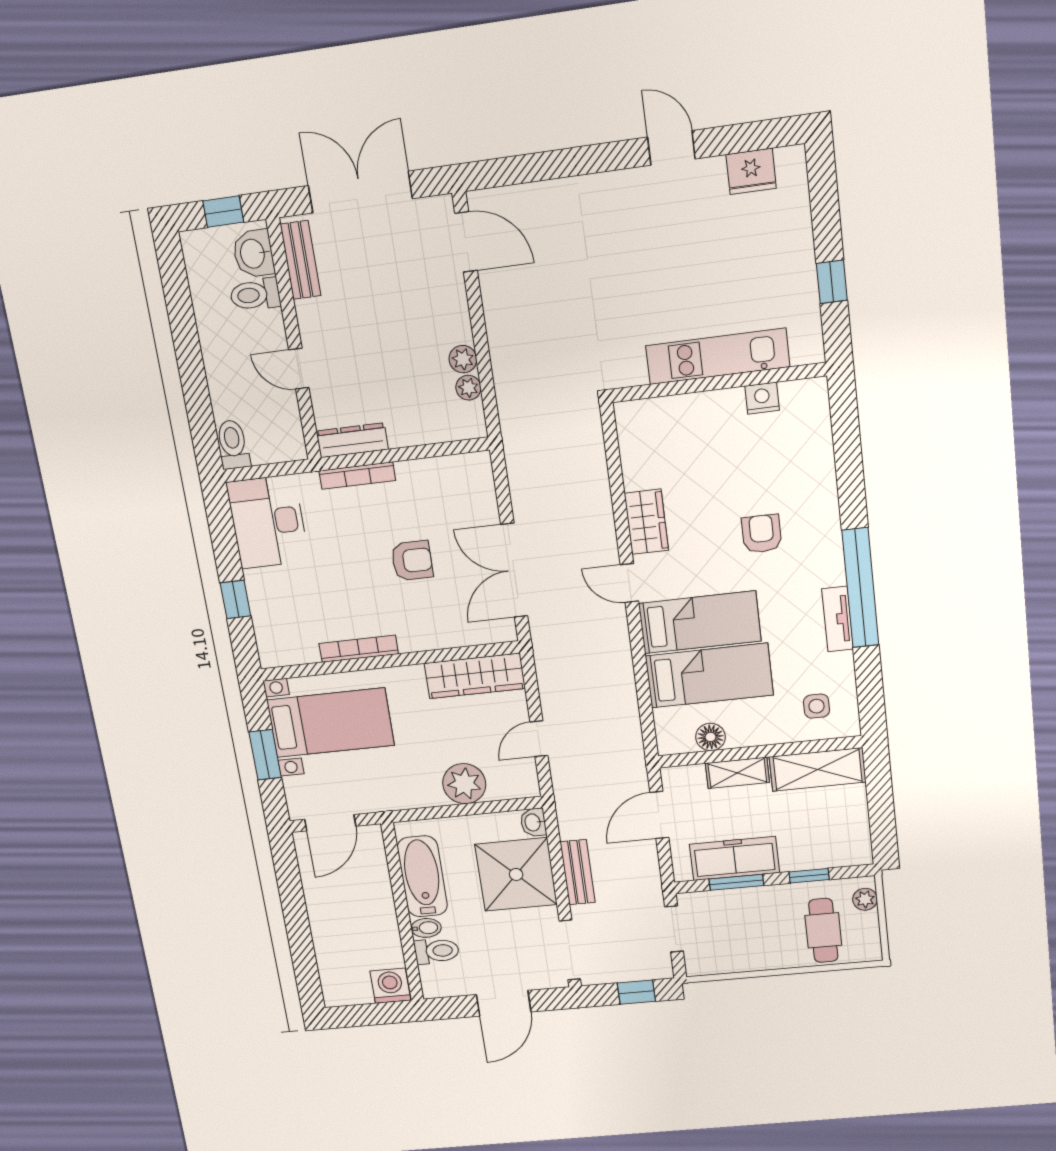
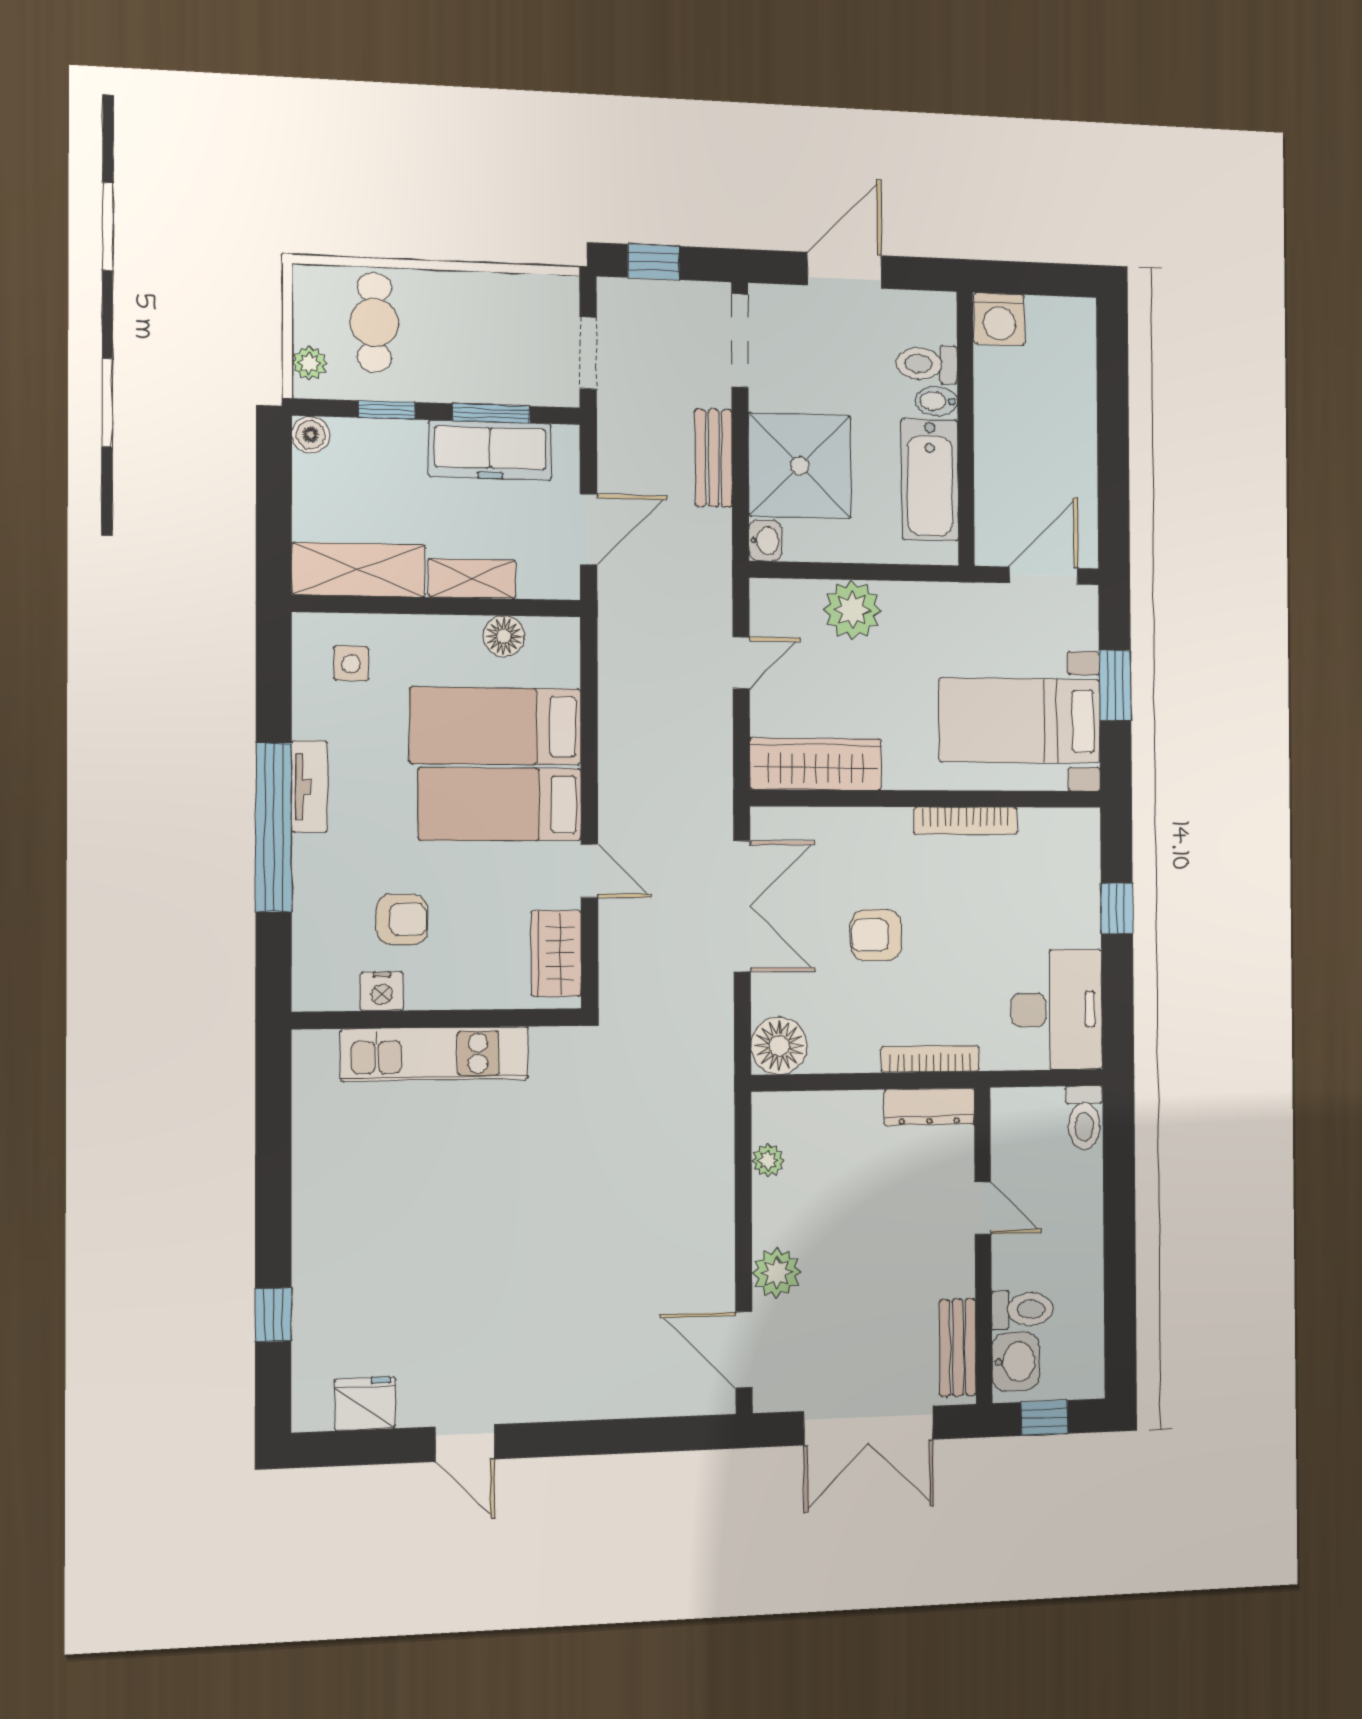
window: (832, 282) -> (273, 1315), moved
kitchen unit: (718, 356) -> (435, 1054), moved
plant: (463, 359) -> (777, 1273), moved, width x1.38, depth x1.38
wall: (718, 383) -> (438, 1019), moved
nightstand: (762, 398) -> (382, 991), moved
floor lamp: (472, 473) -> (779, 1046), added
armchair: (762, 534) -> (402, 919), turned -90
boiler: (860, 854) -> (311, 435), added

